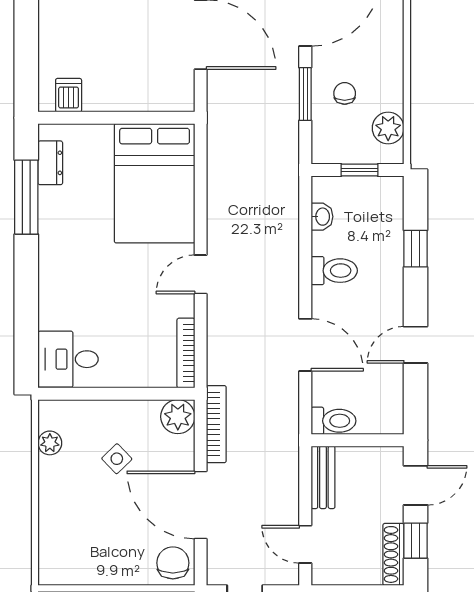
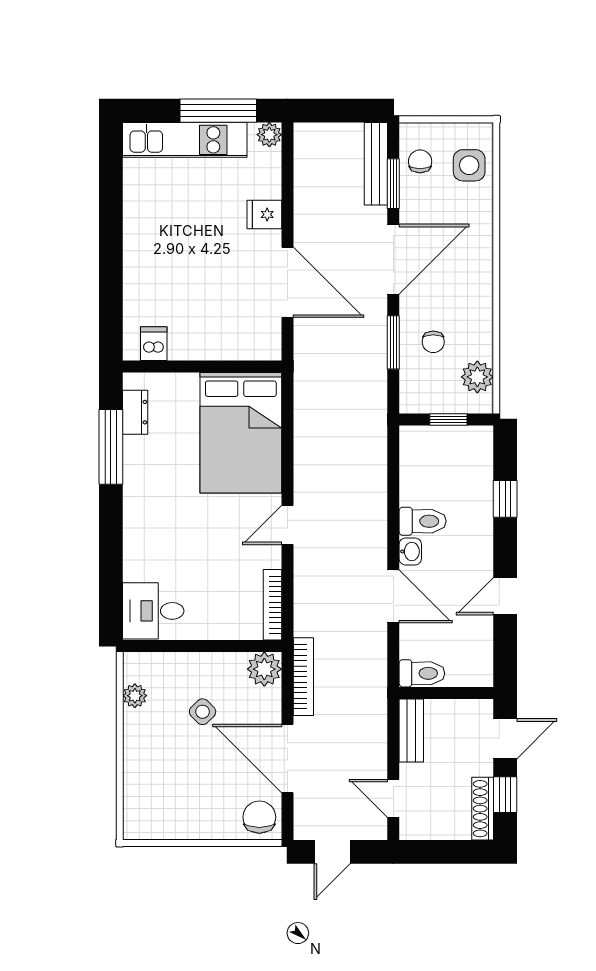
chair: (345, 93) -> (433, 342), turned 180
washbasin: (322, 217) -> (410, 551), moved

